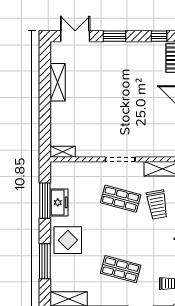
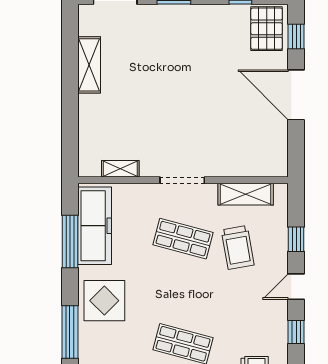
shelving: (63, 152) -> (120, 169), moved
freezer: (59, 202) -> (95, 226), width x1.91, depth x1.26

